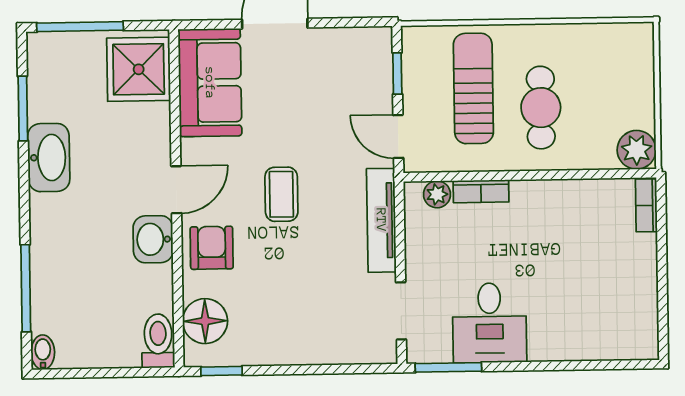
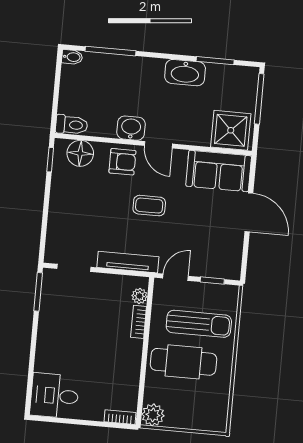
cafe table: (541, 108) -> (183, 362), width x1.37, depth x1.35
desk: (490, 323) -> (54, 396), moved

